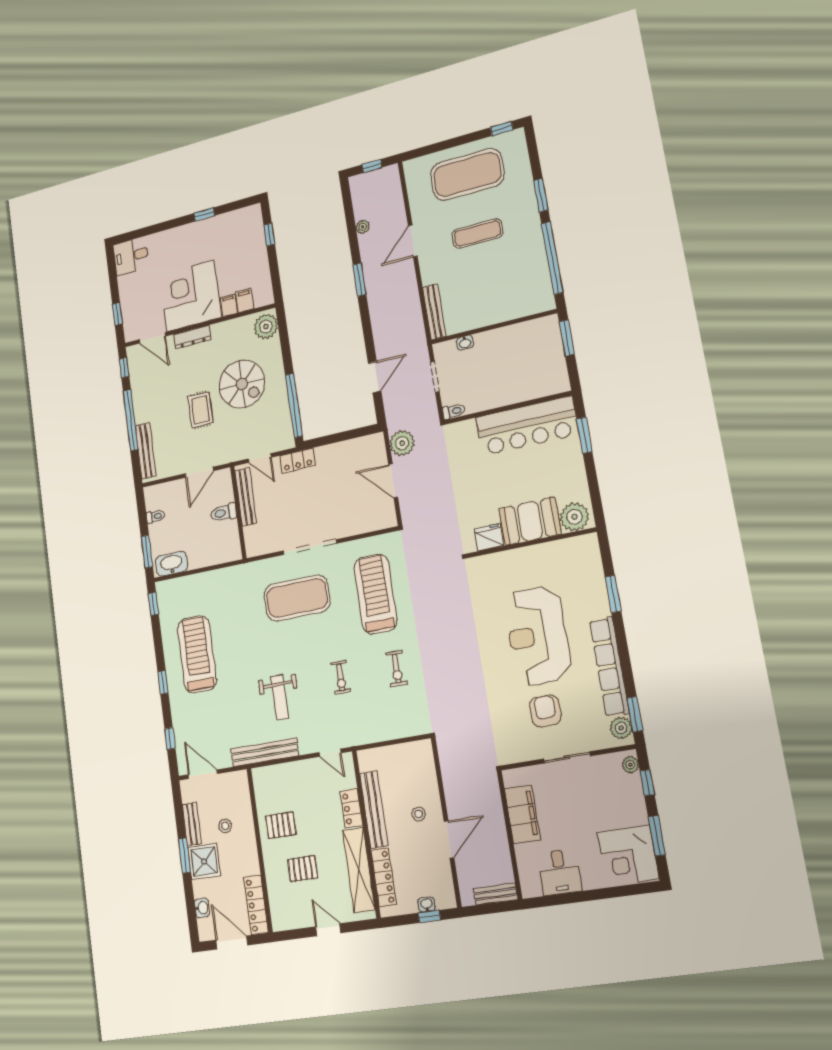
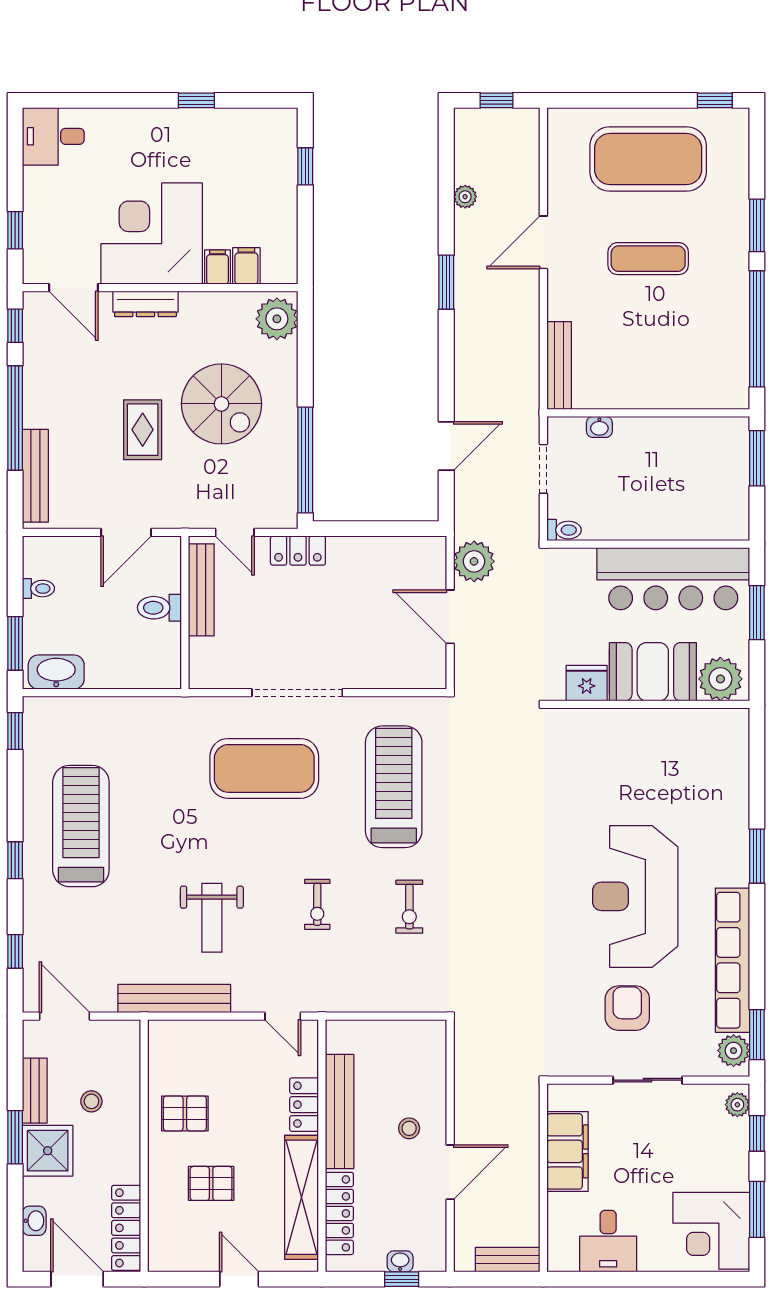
plant: (574, 517) -> (720, 679), moved
booth: (530, 521) -> (653, 672), moved
fridge: (489, 537) -> (587, 683), moved
wall: (531, 543) -> (648, 704), moved

